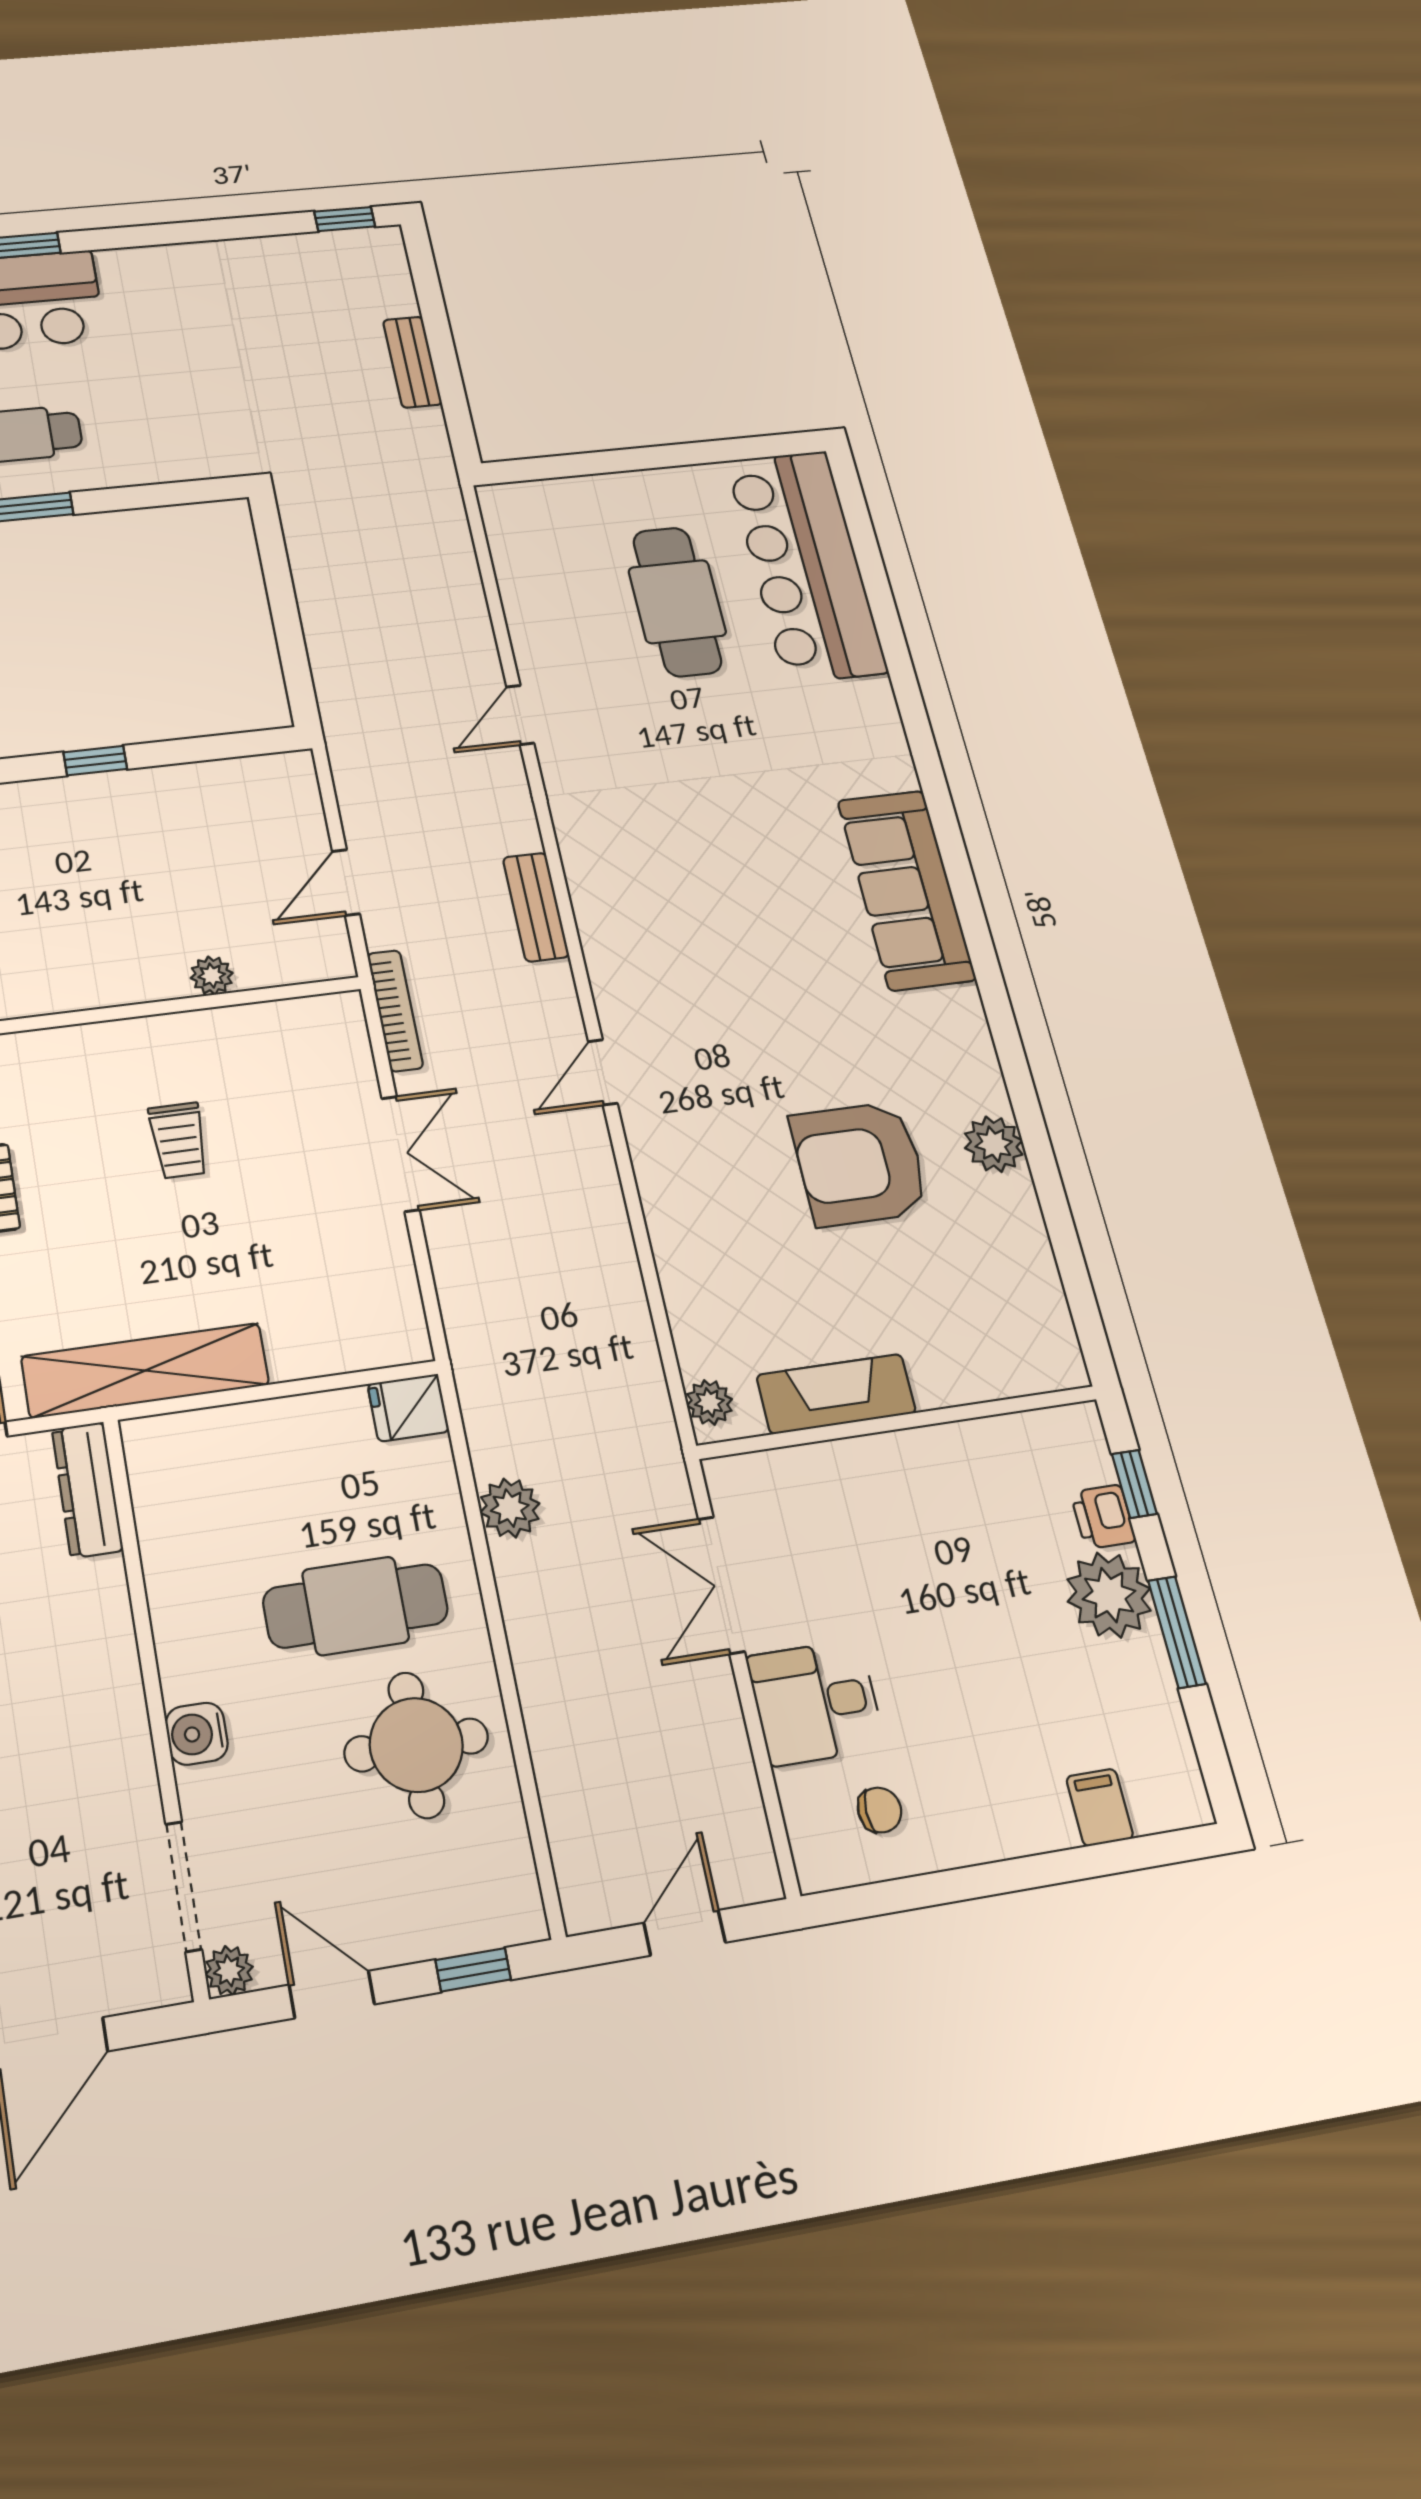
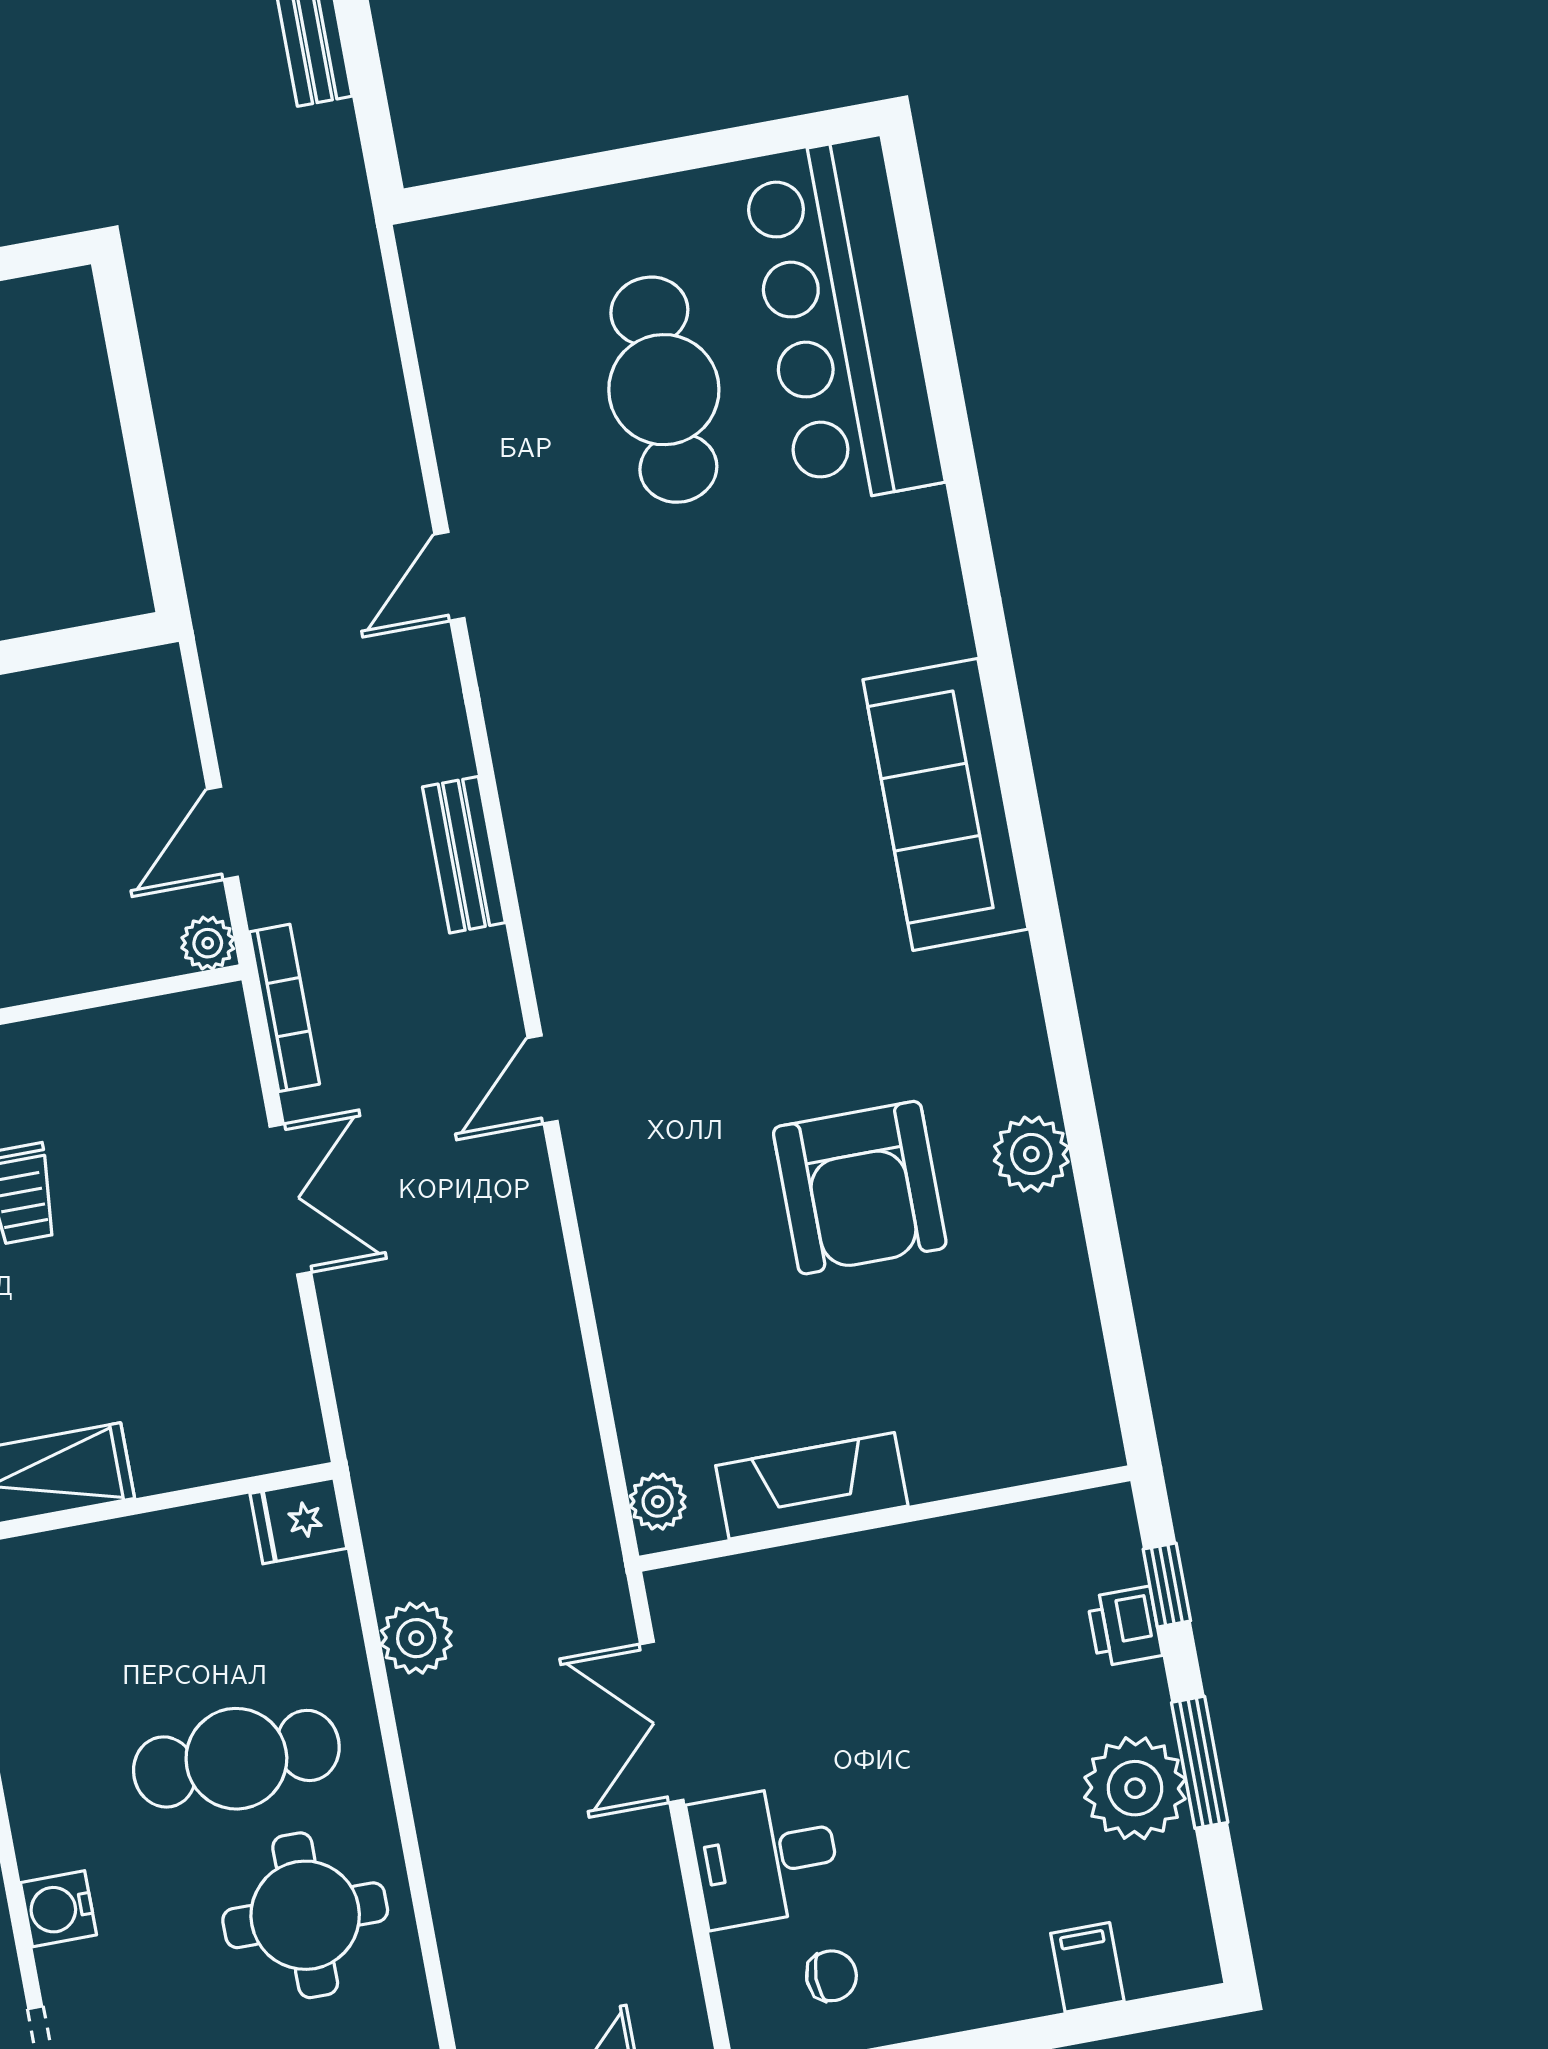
plant: (212, 976) -> (208, 943), moved
armchair: (860, 1164) -> (860, 1188), turned -90
plant: (1109, 1595) -> (1135, 1788), moved

